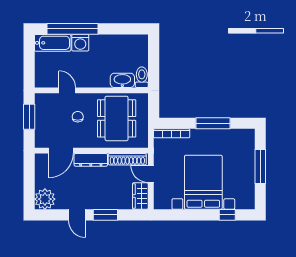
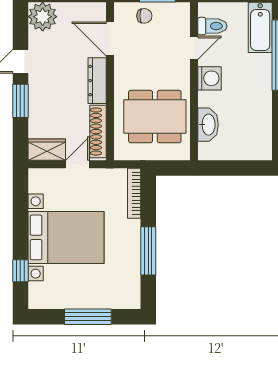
washing machine: (80, 43) -> (209, 78), moved, turned 180
toilet: (142, 77) -> (212, 26), moved
chair: (78, 117) -> (144, 16), moved

